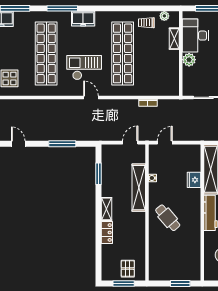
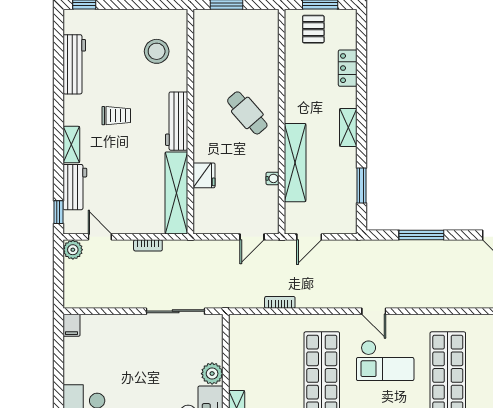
locker: (107, 233) -> (348, 68), moved

